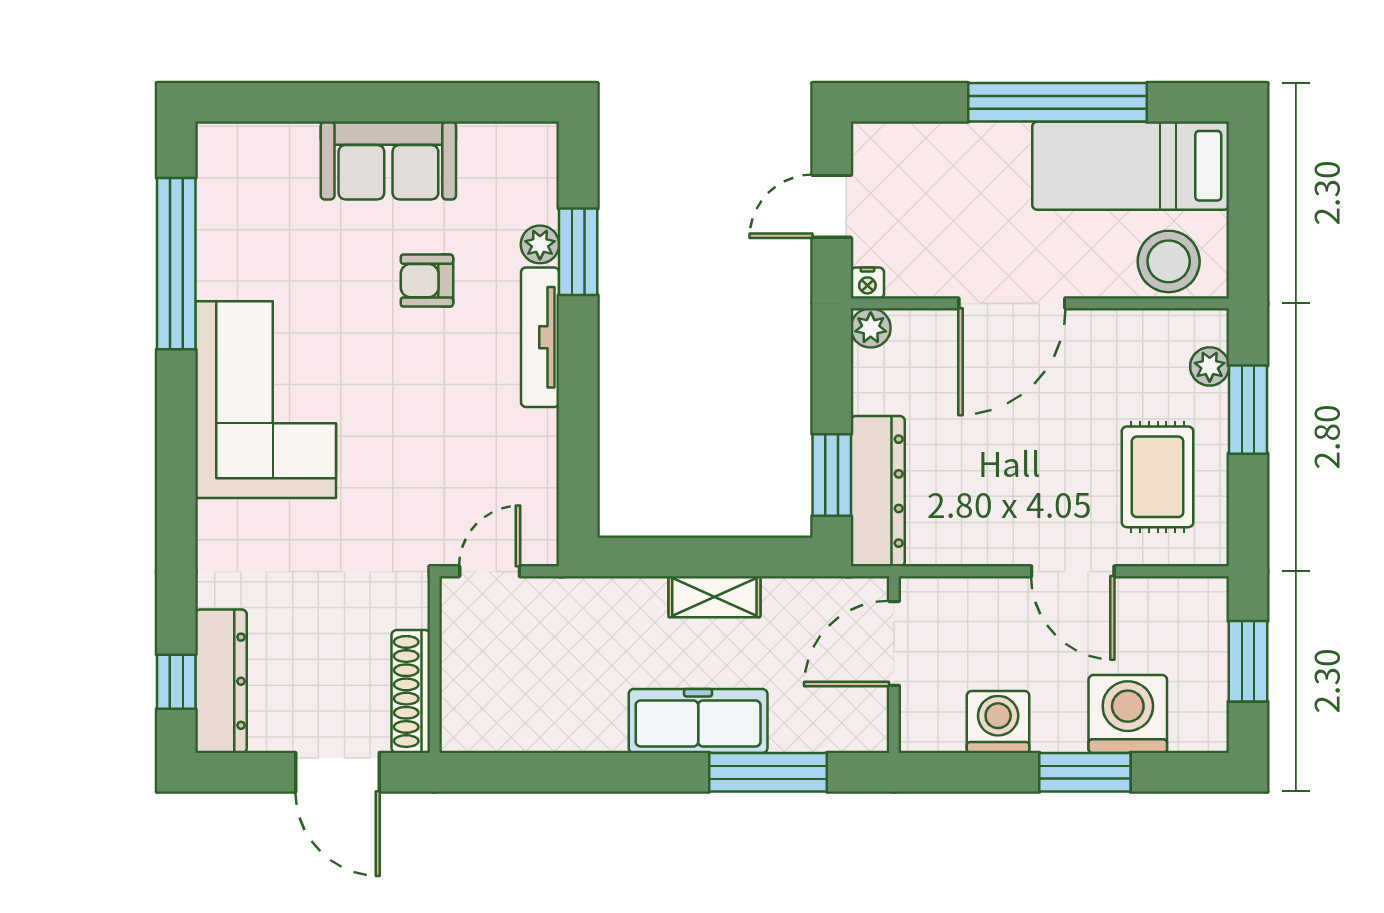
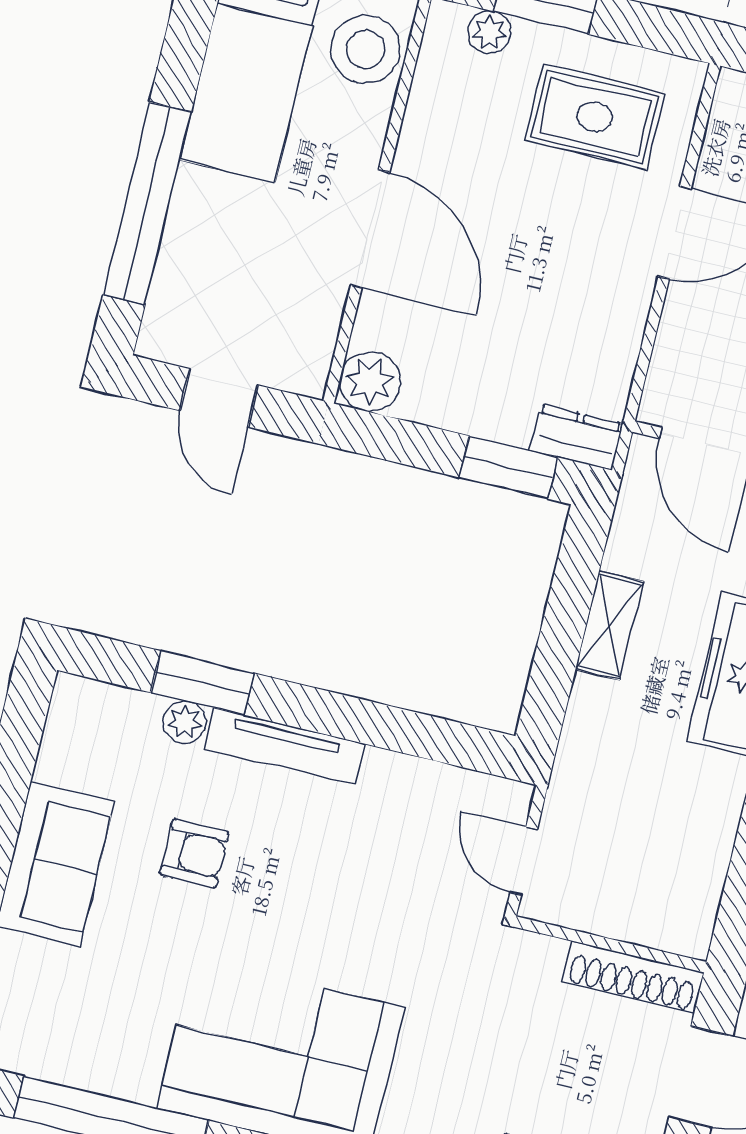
window: (1057, 102) -> (147, 203), moved
armchair: (427, 281) -> (194, 853), turned -90
nightstand: (867, 283) -> (311, 379), removed
plant: (871, 328) -> (370, 381), width x1.38, depth x1.38
dresser: (878, 491) -> (576, 437), width x0.51, depth x0.80

